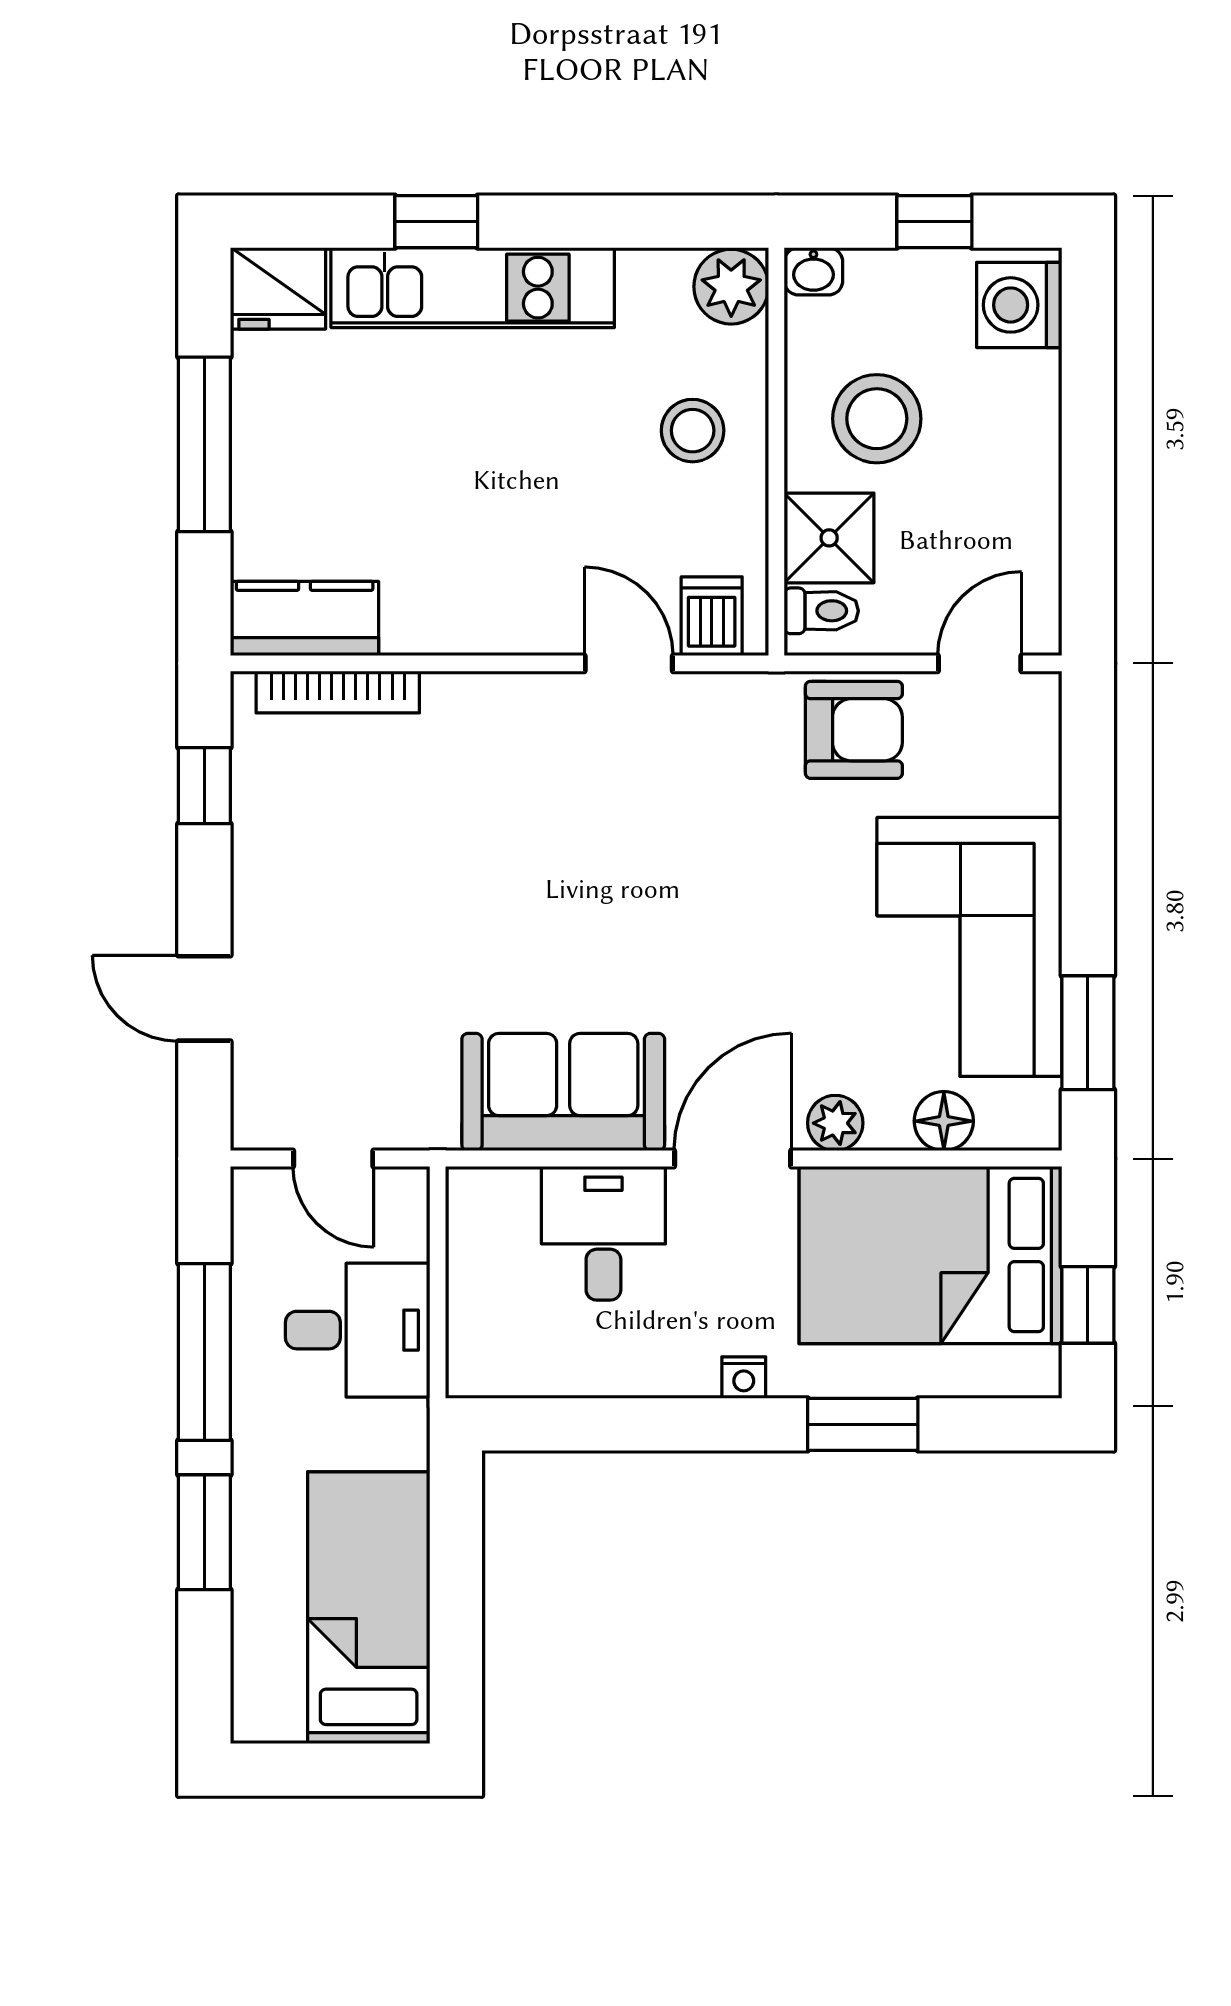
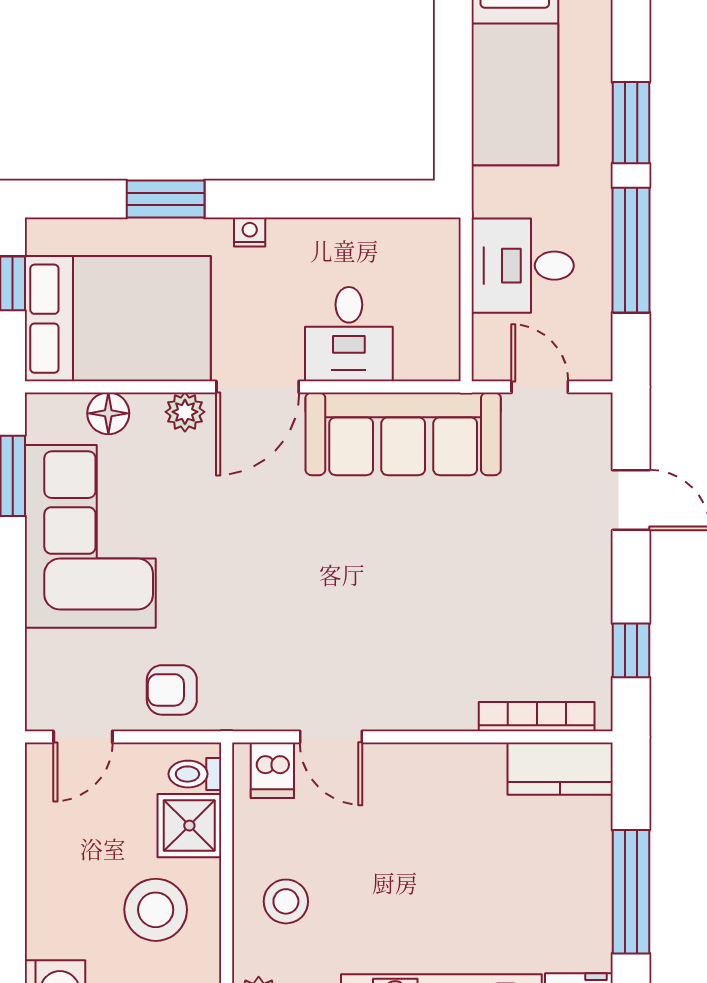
armchair: (854, 730) -> (172, 690), width x0.72, depth x0.72
sofa: (563, 1092) -> (403, 434), width x1.36

